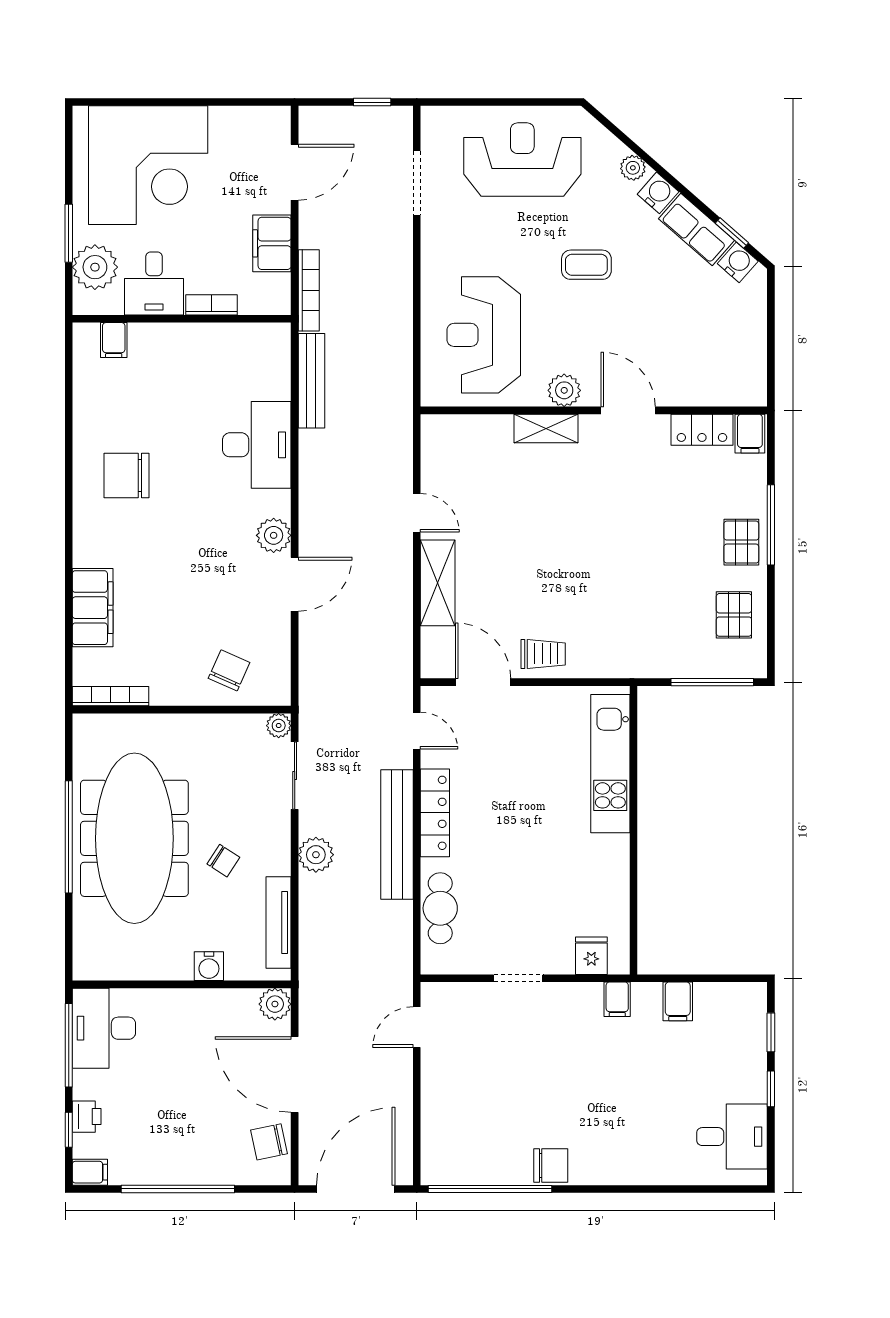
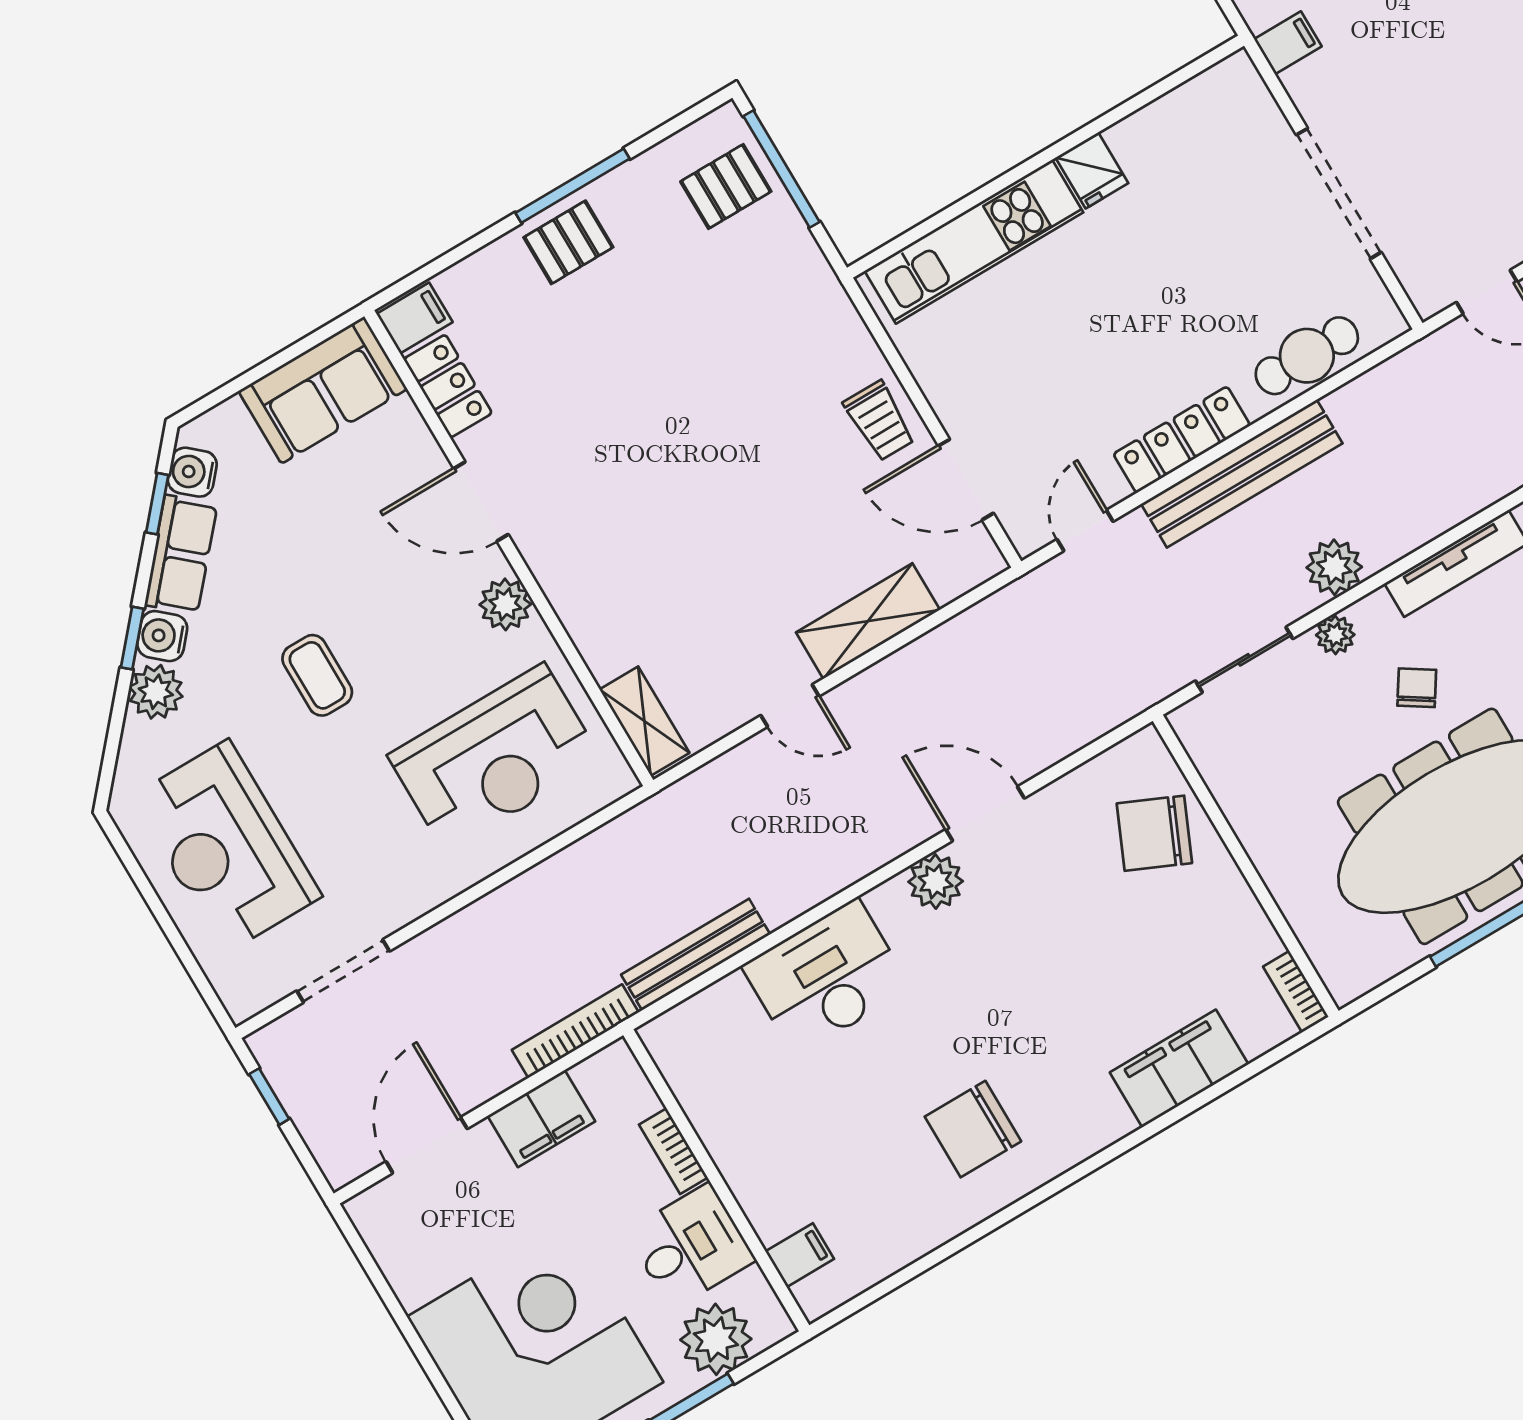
plant: (633, 168) -> (156, 692), width x1.38, depth x1.38
door: (295, 172) -> (427, 1145), hinge flipped
window: (667, 176) -> (132, 638), added
sofa: (740, 360) -> (323, 390), added
door: (628, 410) -> (481, 502), hinge flipped
shelving: (546, 428) -> (644, 721), moved
chair: (126, 476) -> (973, 1129), turned 90
door: (417, 513) -> (790, 706), swing flipped
window: (771, 525) -> (573, 186), moved
pallet: (734, 615) -> (726, 186), moved
trolley: (543, 654) -> (879, 421), turned 180
chair: (229, 670) -> (1154, 833), width x1.37, depth x1.37
door: (483, 682) -> (966, 480), hinge flipped
bookcase: (110, 696) -> (1296, 992), width x0.64
plant: (279, 726) -> (1335, 635), moved
fridge: (591, 956) -> (1092, 170), moved, turned -90
doorway: (518, 978) -> (1339, 194), width x1.88

